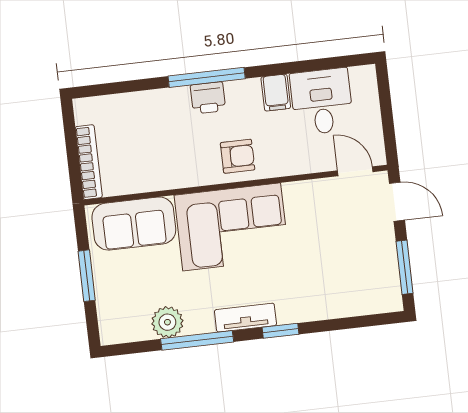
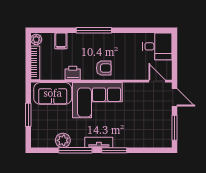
filing cabinet: (276, 93) -> (61, 41), moved
printer: (208, 98) -> (73, 73), moved, turned 180
desk: (322, 102) -> (157, 46), moved, turned 90
plant: (85, 111) -> (36, 39), added
window: (281, 331) -> (114, 150), width x1.50

